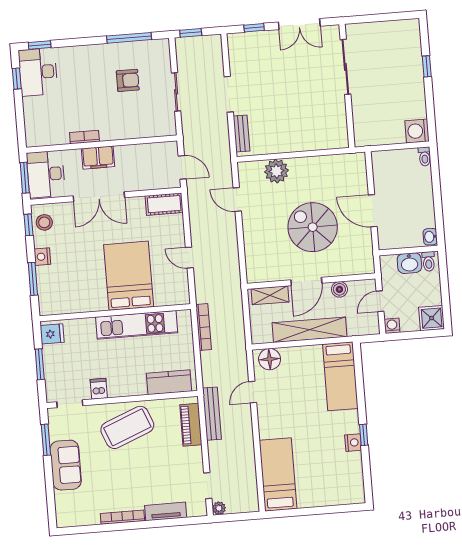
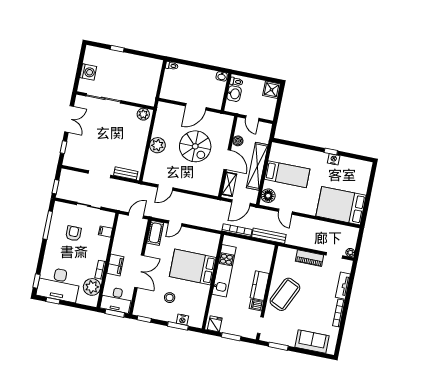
desk: (38, 72) -> (59, 284), width x1.36, depth x1.30
filing cabinet: (144, 128) -> (105, 232), added
washing machine: (417, 131) -> (88, 72), moved, turned -90
plant: (55, 132) -> (92, 287), added
plant: (339, 134) -> (143, 114), added
plant: (276, 171) -> (157, 145), moved
stool: (44, 222) -> (170, 298), moved
spiral stairs: (313, 227) -> (195, 146), turned -90
nightstand: (42, 257) -> (182, 320), moved
door: (189, 258) -> (175, 223), moved
door: (247, 321) -> (241, 203), added
washing machine: (392, 326) -> (269, 115), removed
bed: (340, 376) -> (287, 174), moved
kitchen counter: (169, 382) -> (260, 286), moved
bench: (212, 414) -> (269, 236), moved
piano: (191, 425) -> (310, 258), moved
coffee table: (127, 427) -> (285, 294), turned 47
sofa: (66, 465) -> (312, 341), moved
bed: (278, 474) -> (341, 206), width x1.50

